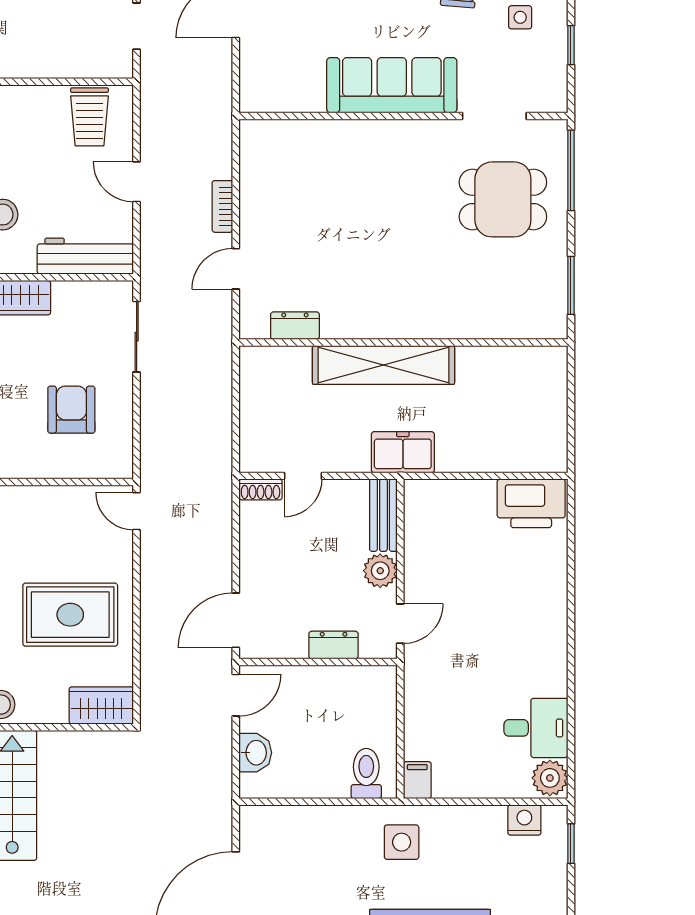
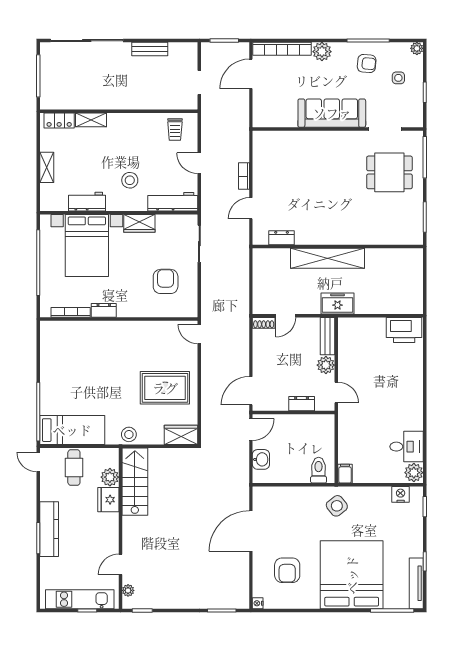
trolley: (89, 117) -> (175, 130), width x0.73, depth x0.72
door: (400, 624) -> (336, 392), hinge flipped
side table: (402, 842) -> (337, 506), turned -38

